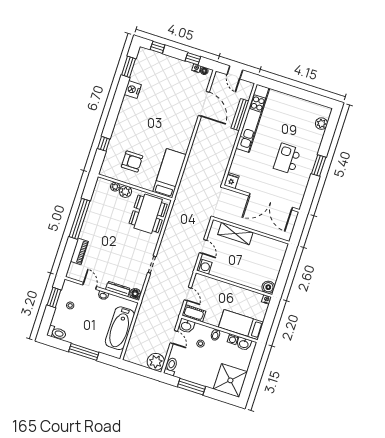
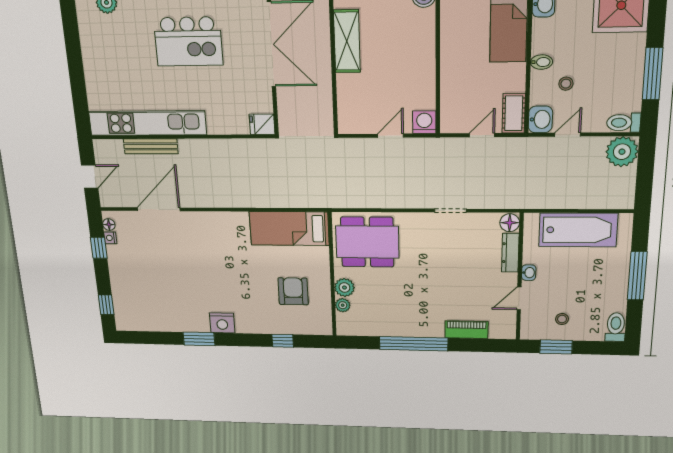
window: (129, 67) -> (199, 339), moved
nightstand: (133, 90) -> (222, 323), moved
kitchen island: (287, 159) -> (188, 42), width x1.37, depth x1.28
shelving: (235, 233) -> (347, 41), moved
washing machine: (233, 339) -> (540, 28), removed

